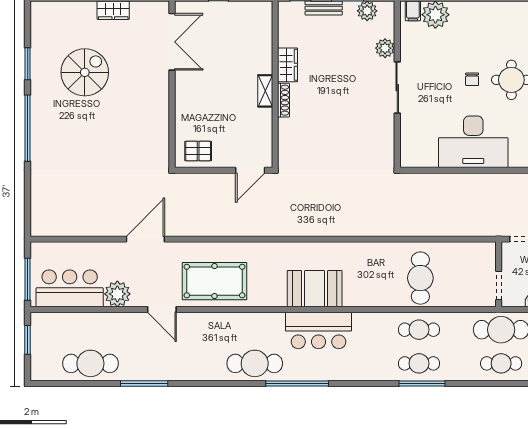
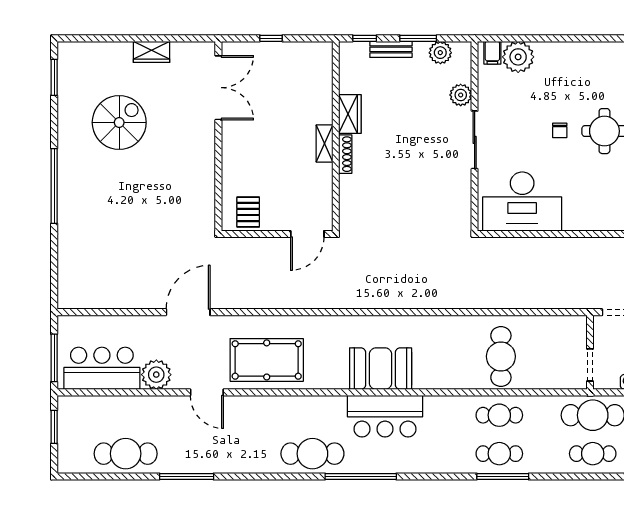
window: (28, 64) -> (54, 77), moved
desk: (473, 142) -> (522, 201), moved
pallet: (198, 151) -> (248, 212), turned 90

